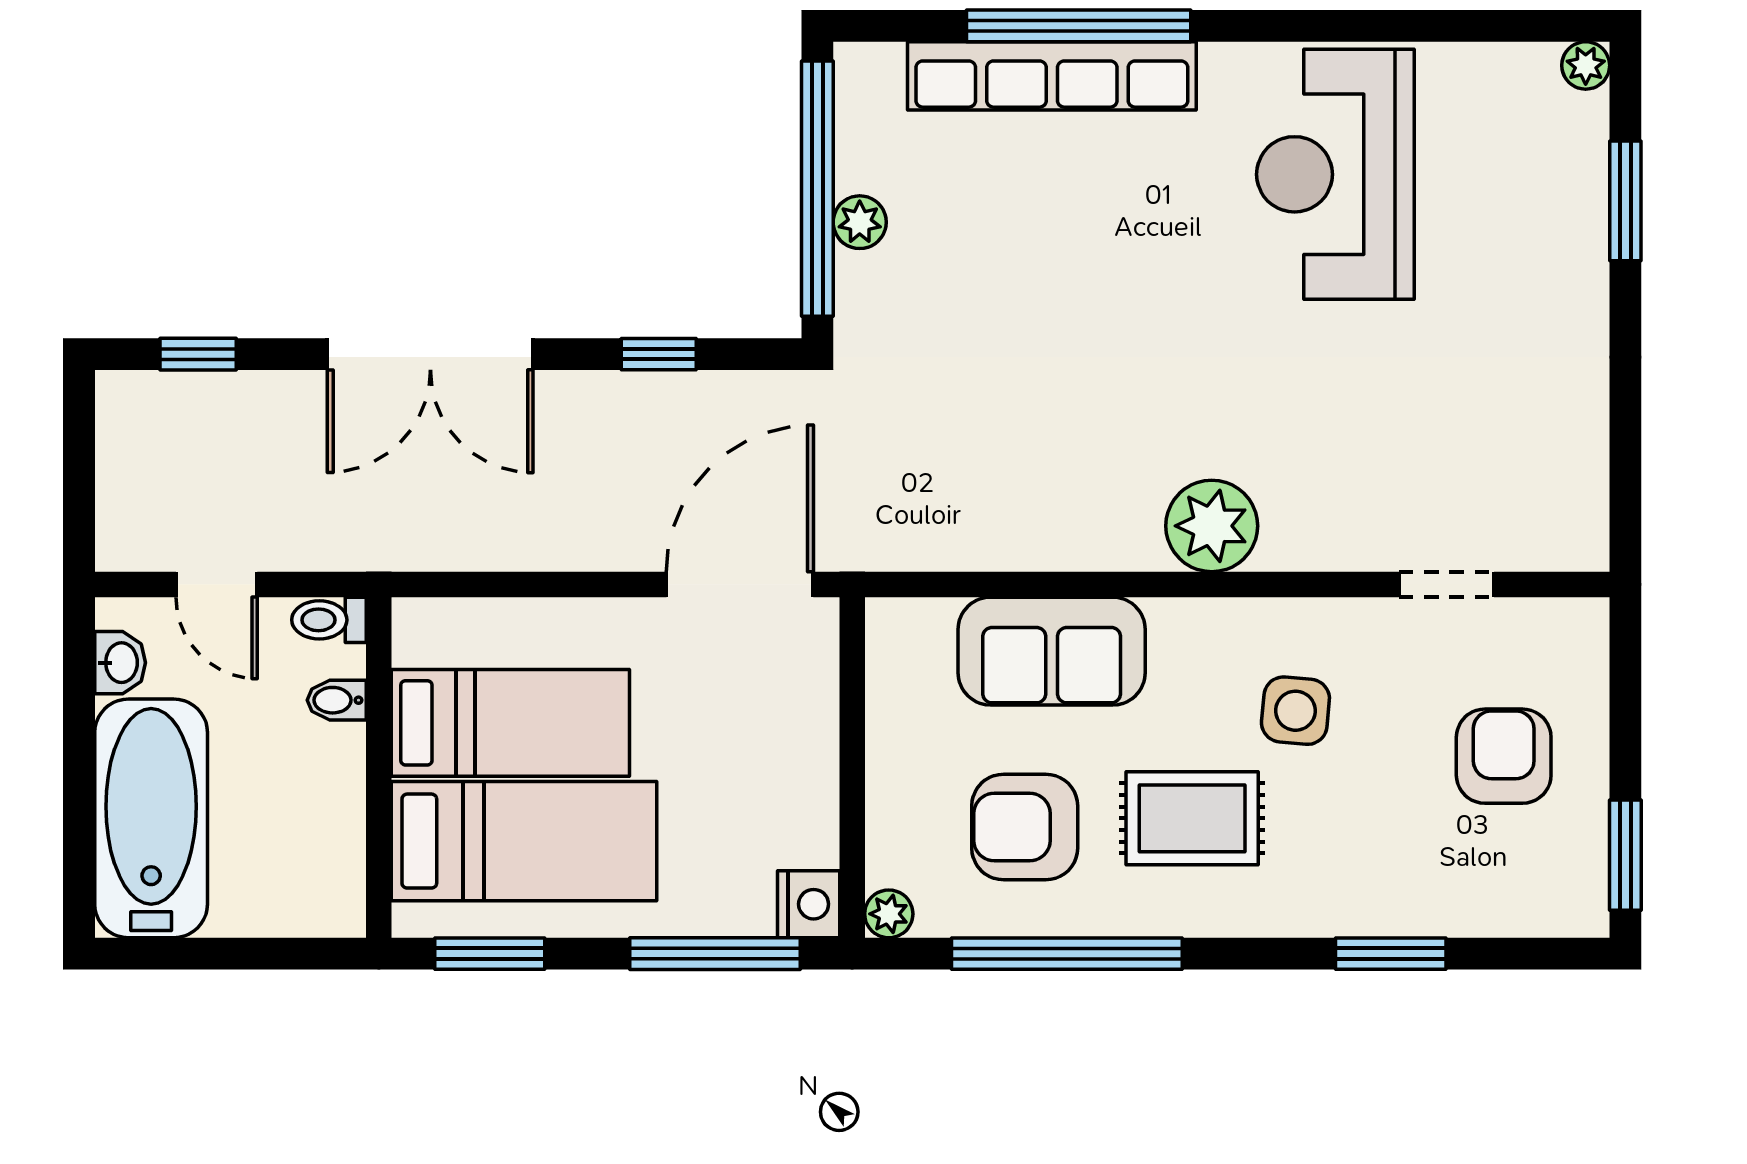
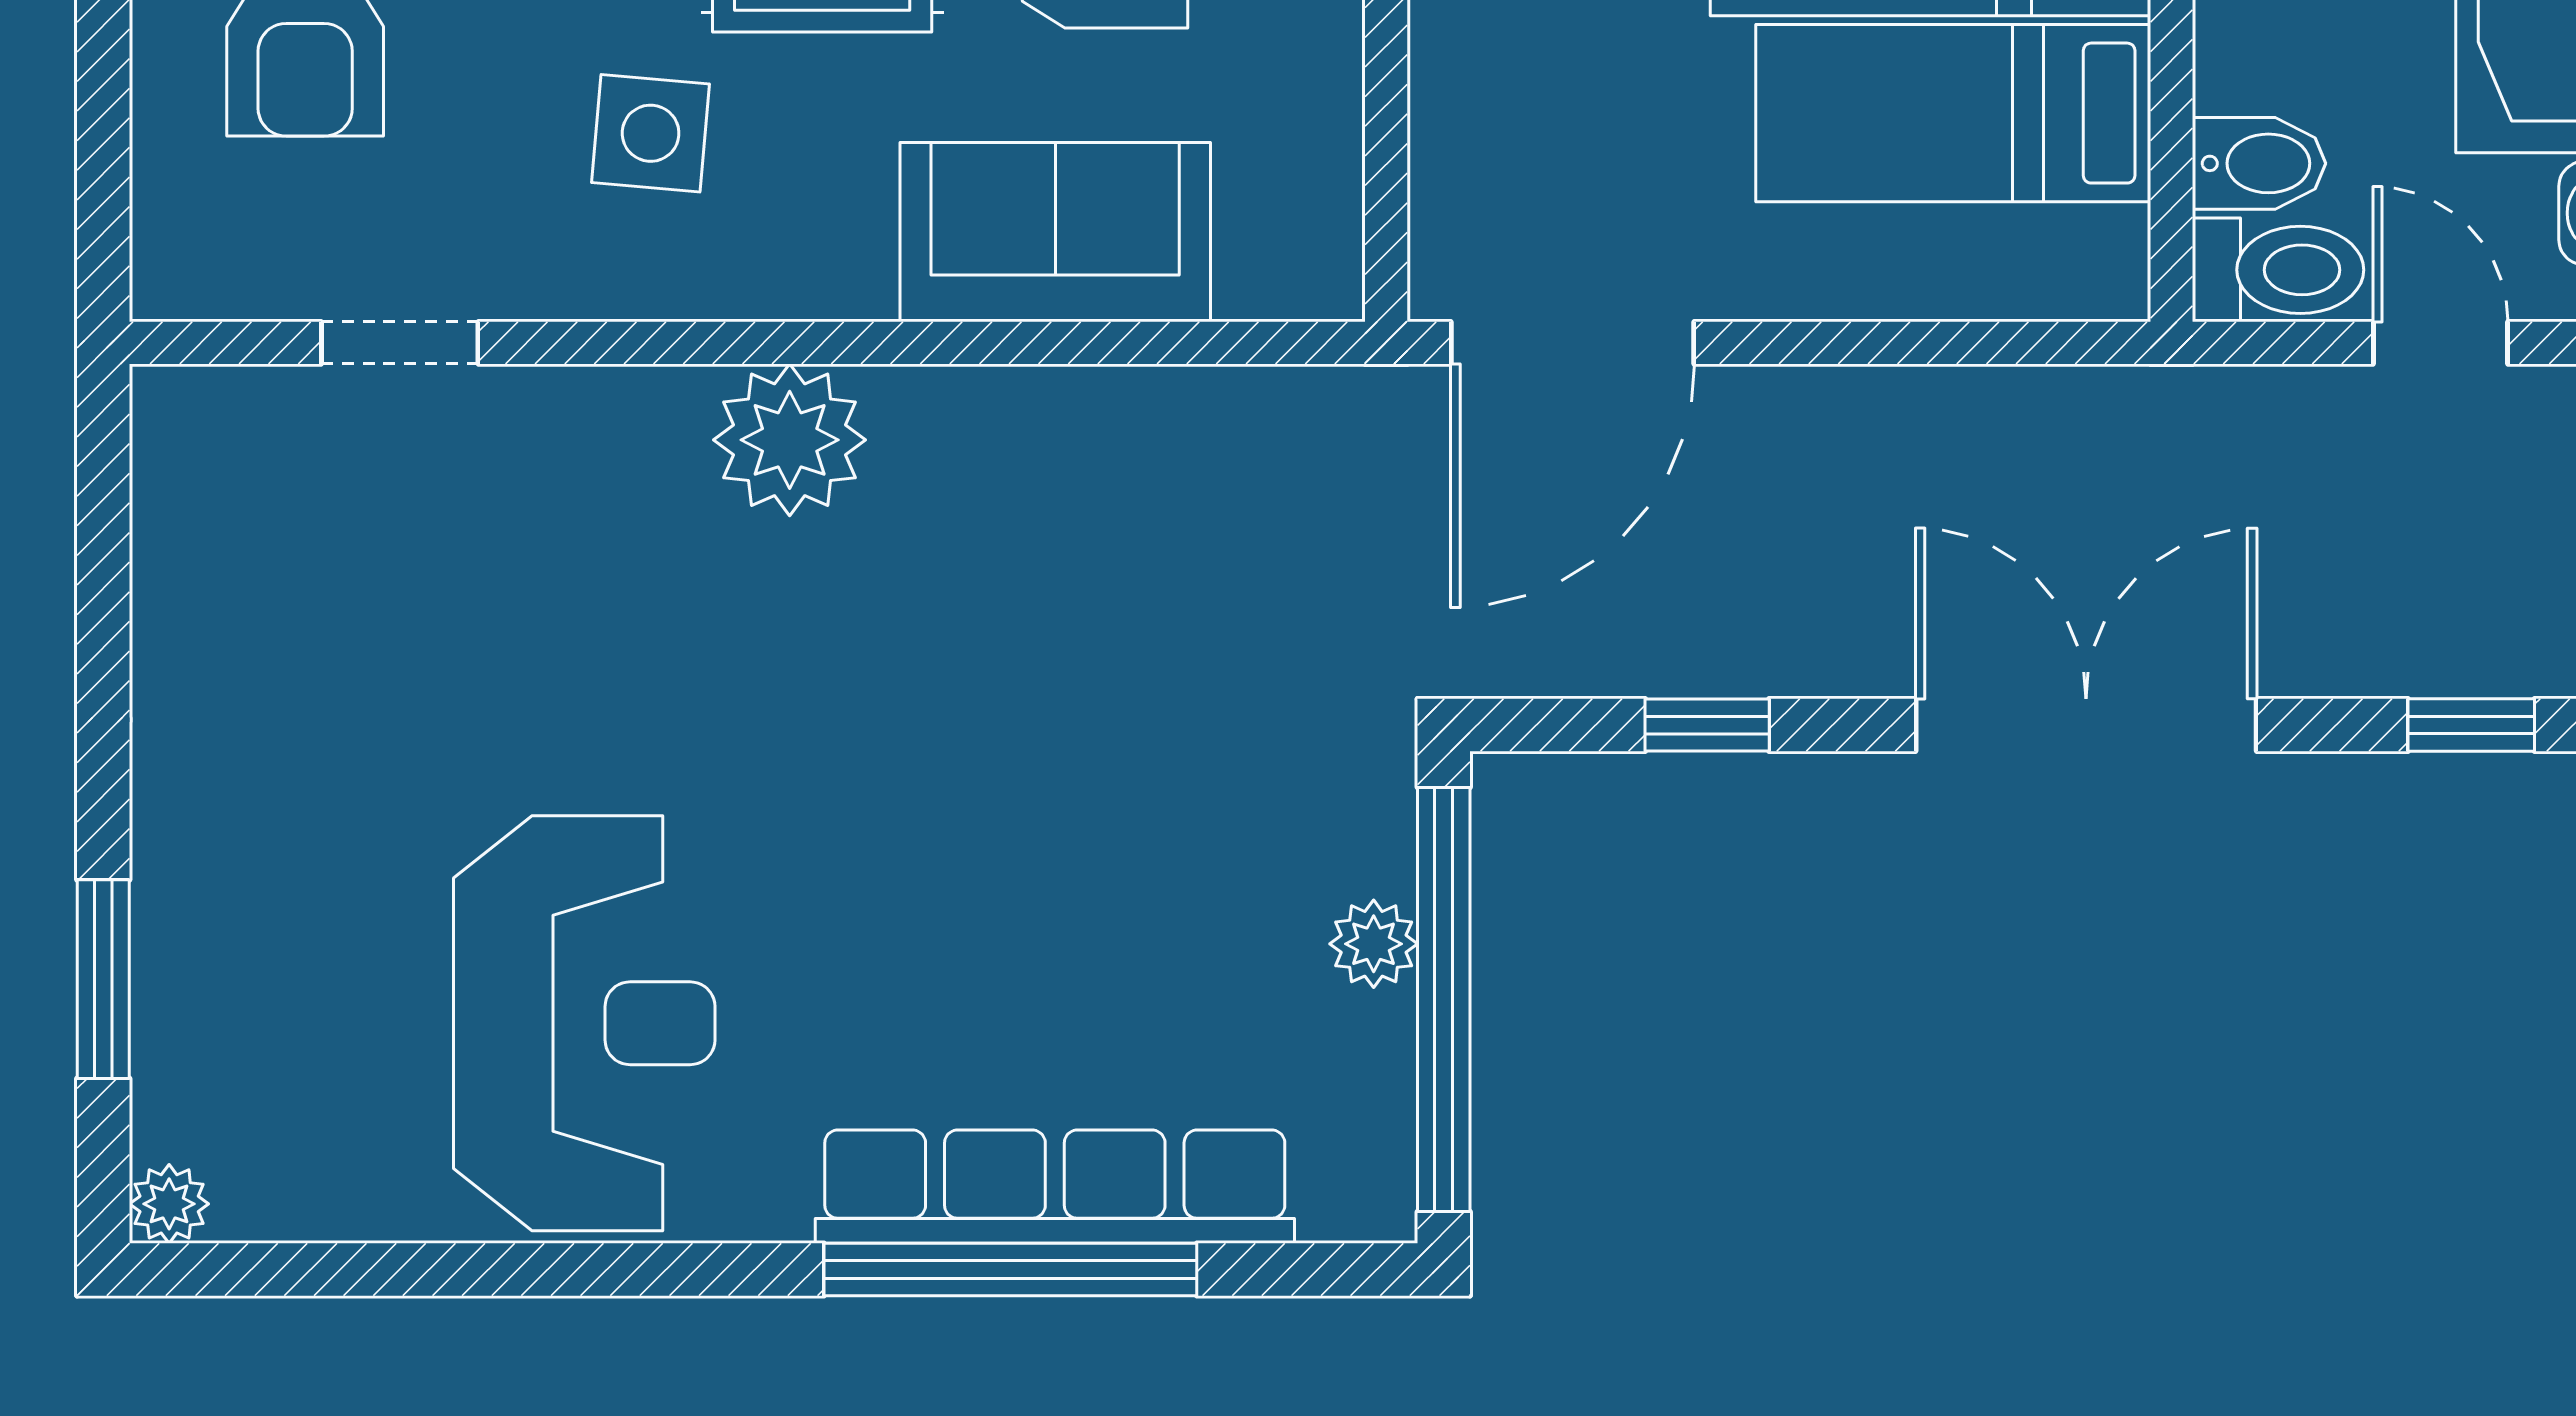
toilet: (329, 620) -> (2278, 270), width x1.37, depth x1.39
bidet: (337, 700) -> (2259, 163), width x1.38, depth x1.36

